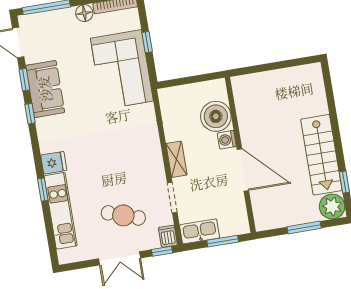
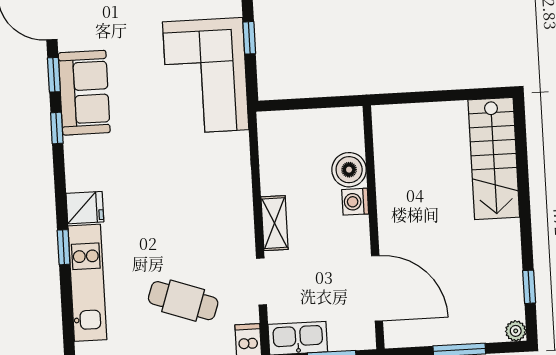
boiler: (216, 116) -> (349, 170), width x0.73, depth x0.73
stairs: (321, 155) -> (494, 159), moved
door: (243, 170) -> (377, 288), moved
plant: (332, 206) -> (516, 331), width x0.53, depth x0.53

